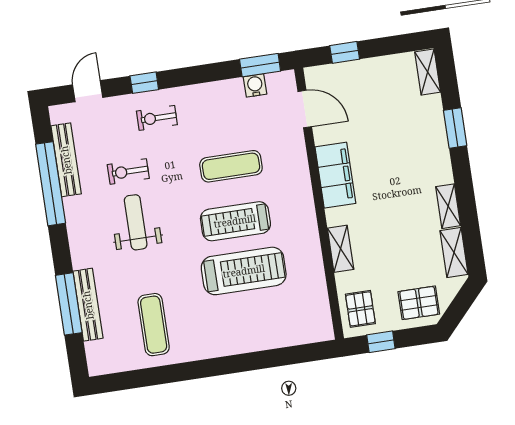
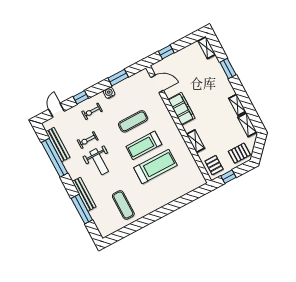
window: (260, 65) -> (118, 78), moved
water cooler: (255, 85) -> (109, 93), moved
weight bench: (136, 222) -> (99, 162), turned 180
bench: (88, 305) -> (84, 194), moved

